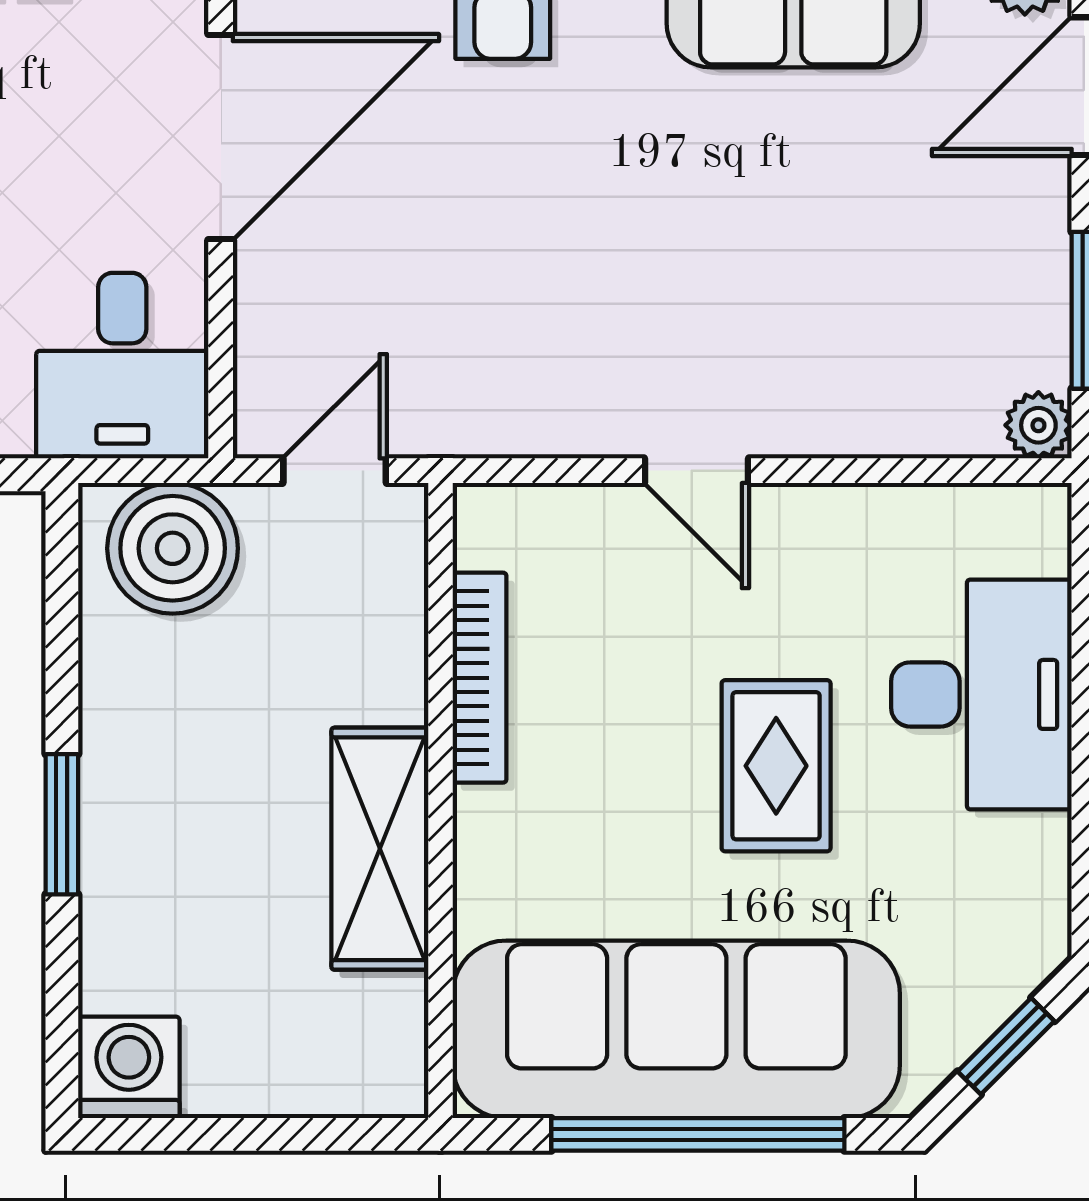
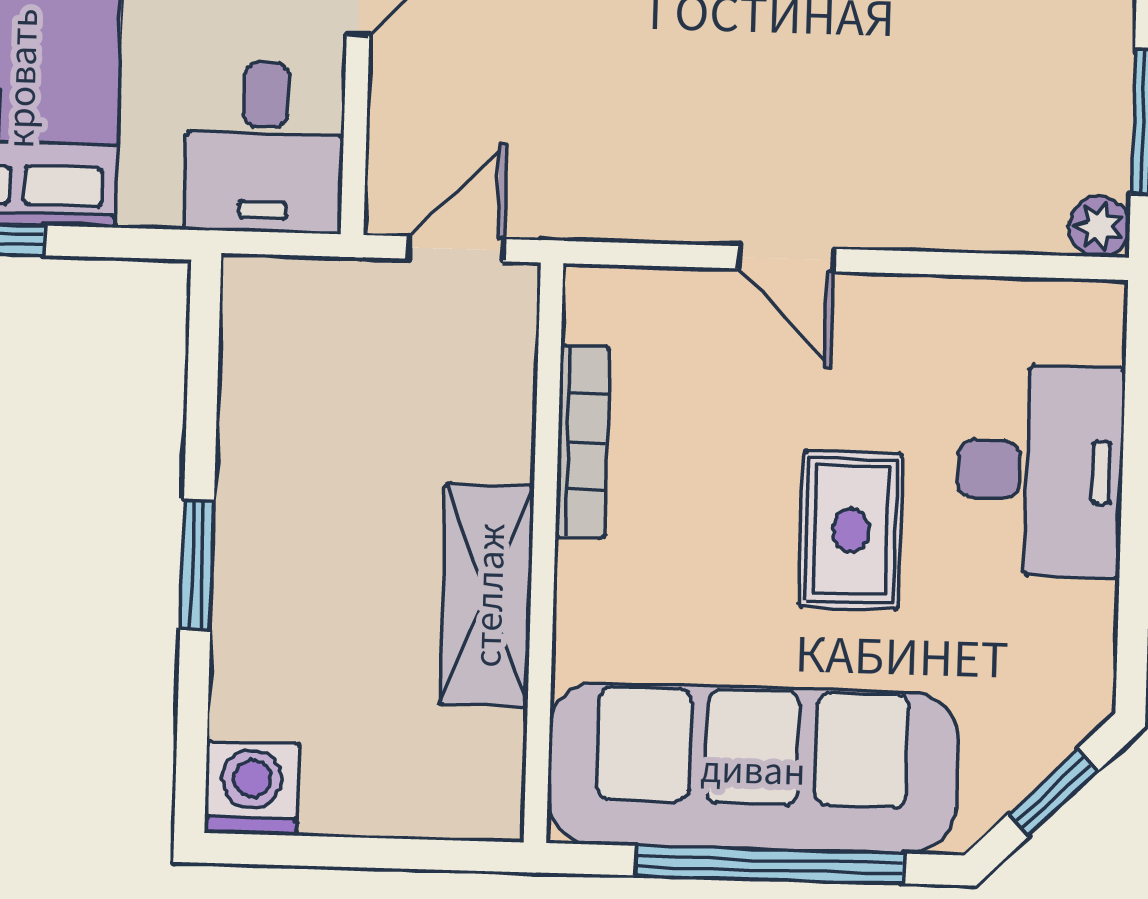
boiler: (173, 548) -> (306, 315), removed

